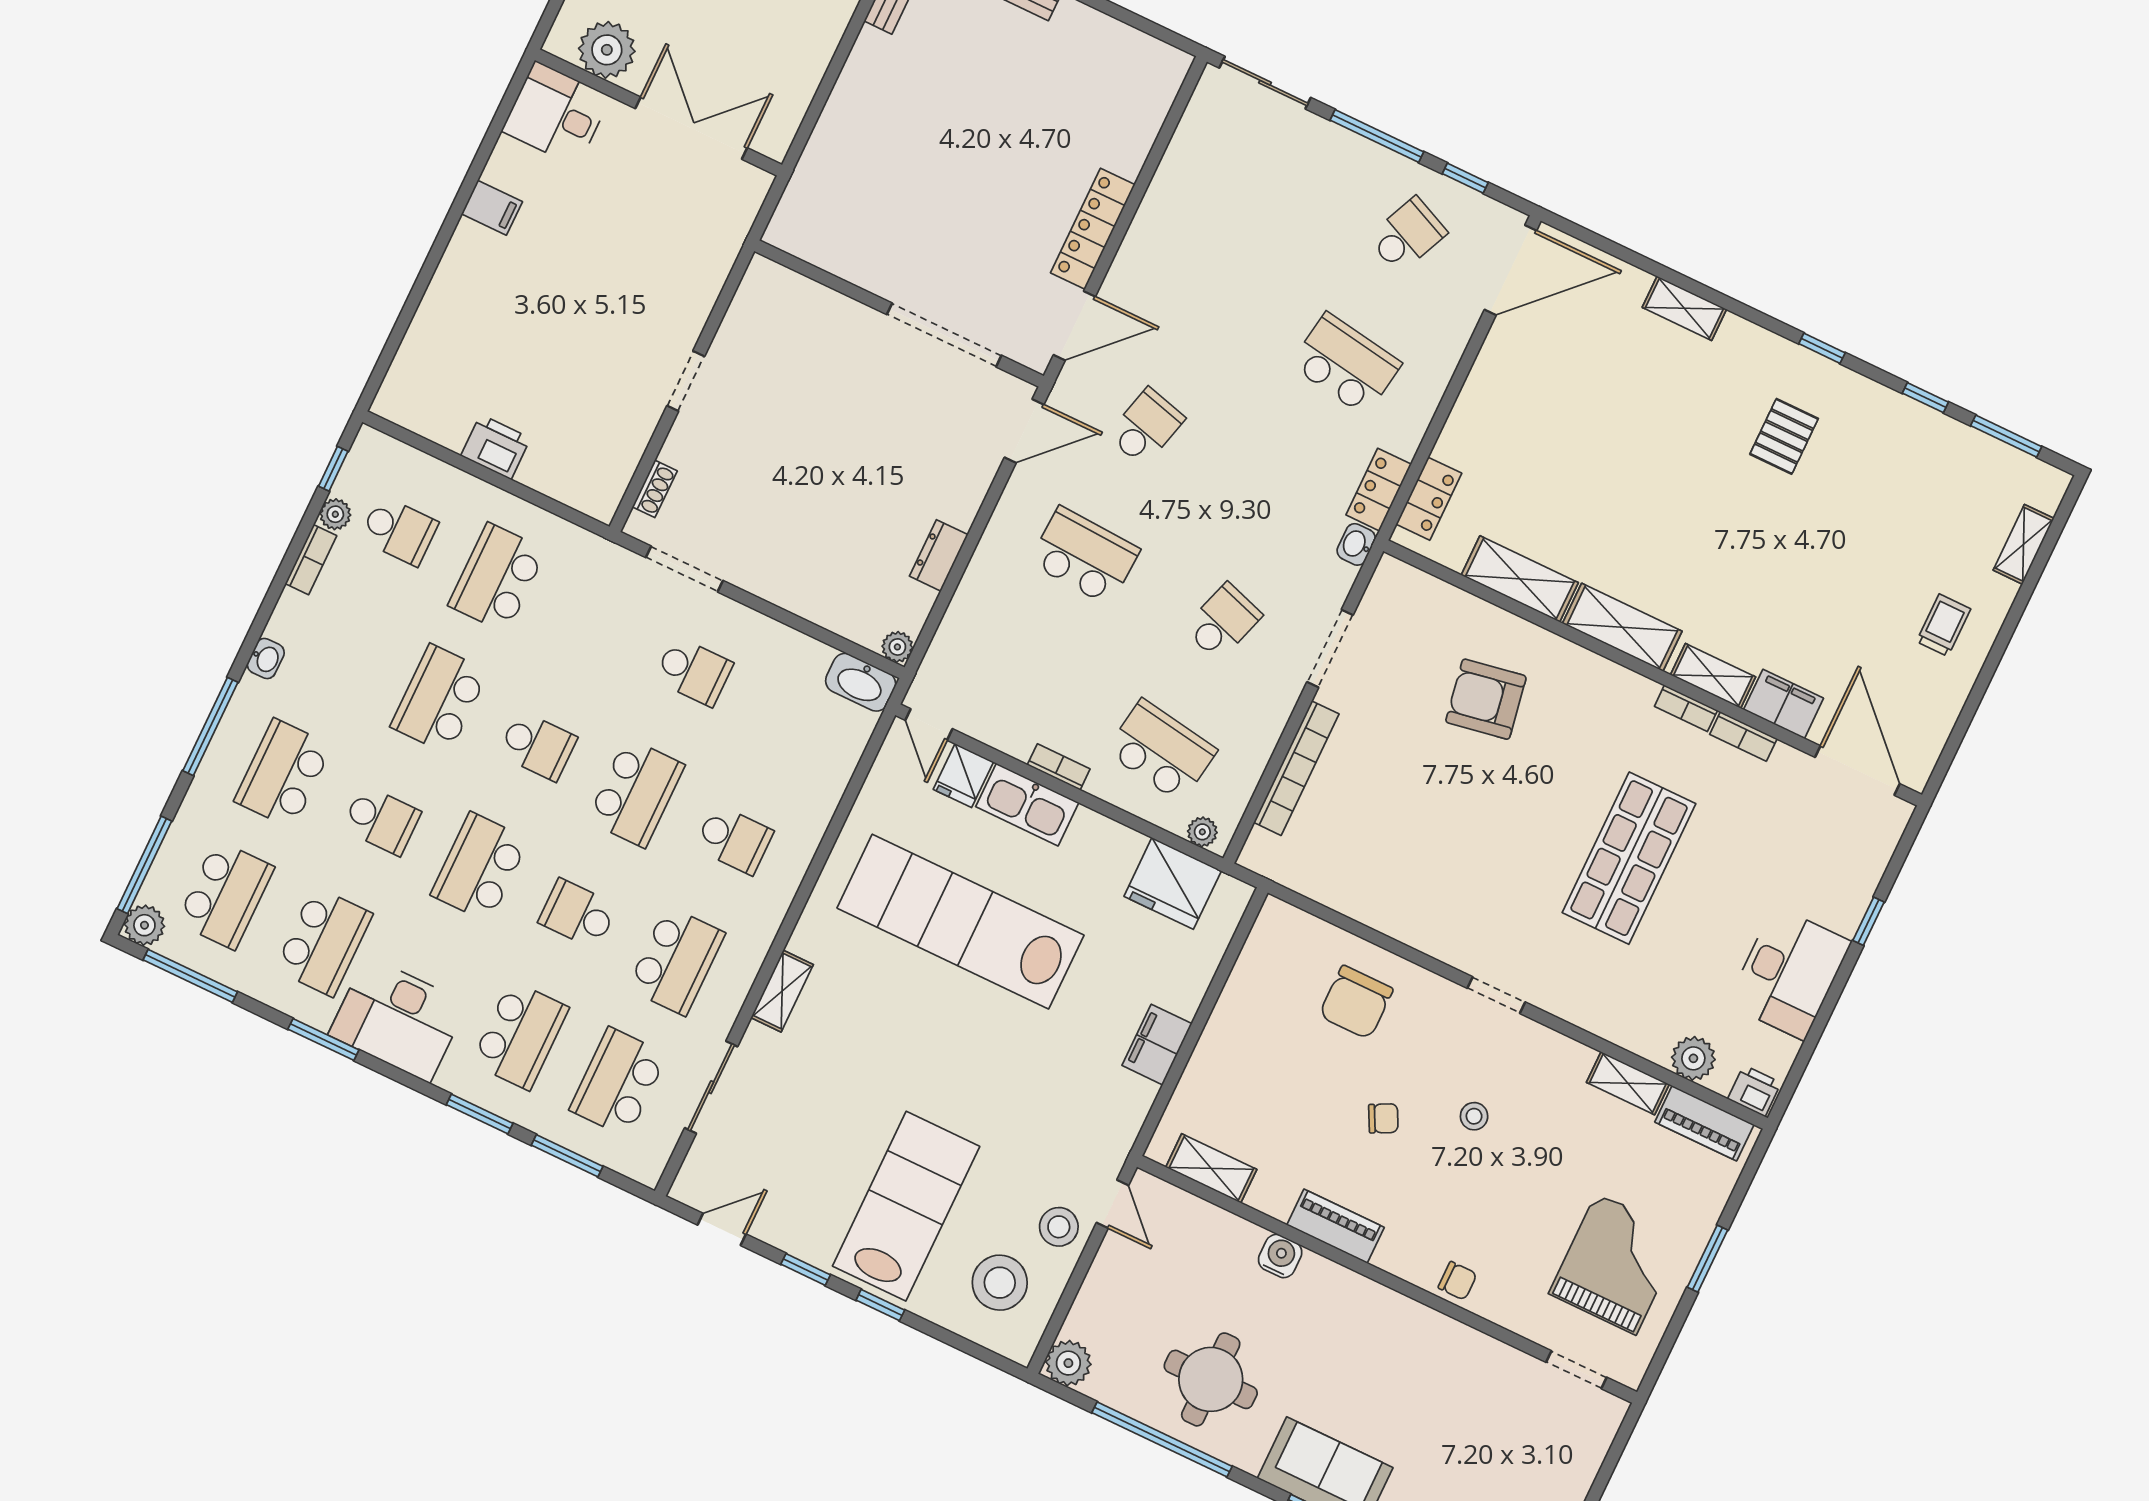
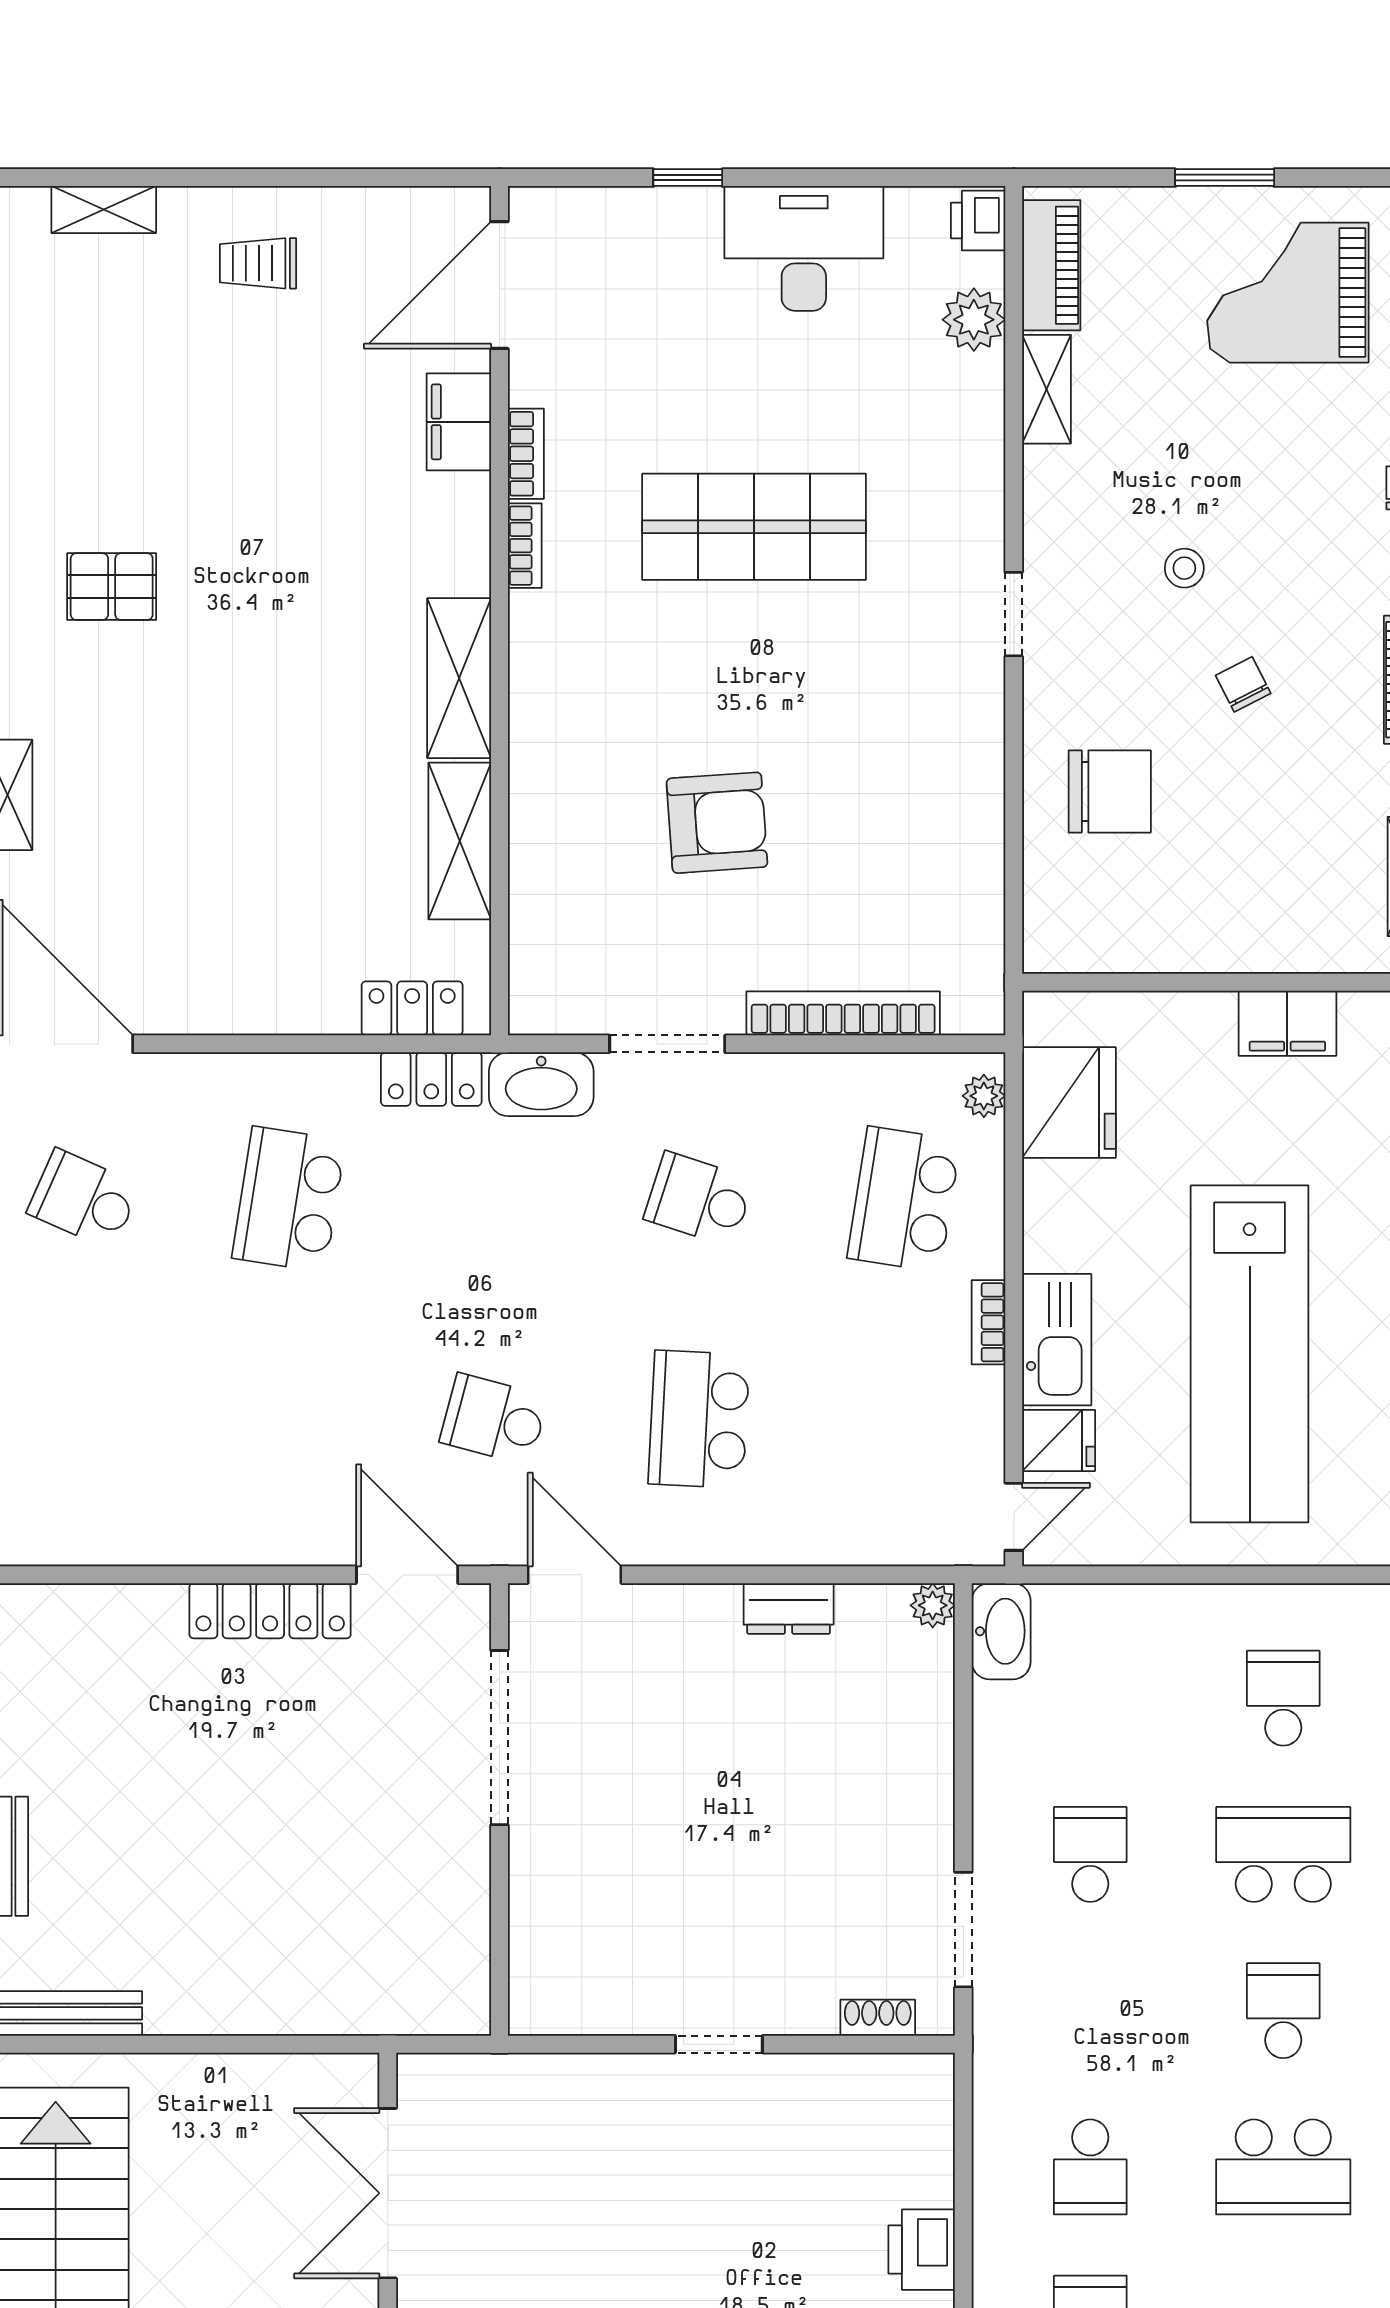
washbasin: (1356, 544) -> (541, 1084), width x1.91, depth x1.45
school desk: (497, 578) -> (1090, 2167), width x0.54
shelving: (1713, 676) -> (466, 531), removed
armchair: (1486, 699) -> (717, 823), moved, turned -84

